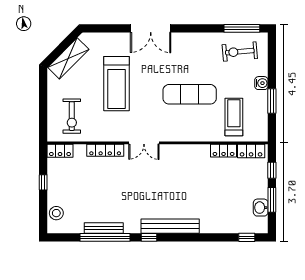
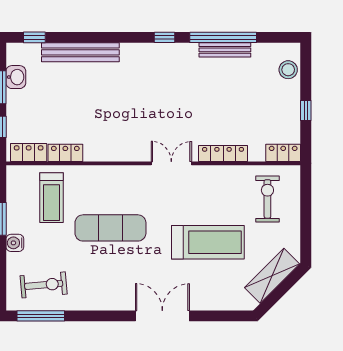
treadmill: (117, 84) -> (208, 242), turned 90
bench: (170, 226) -> (80, 52), moved

